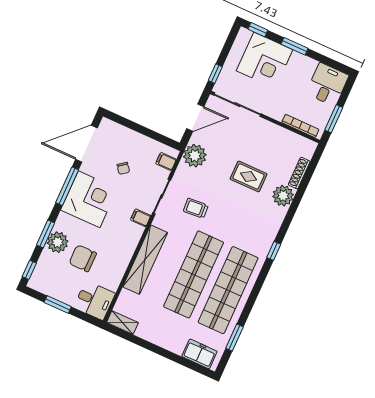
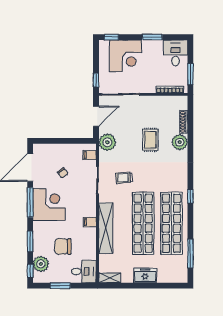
window: (295, 46) -> (152, 37), moved
rug: (249, 176) -> (150, 140), turned 90
filing cabinet: (141, 218) -> (90, 222), moved
plant: (58, 242) -> (41, 264), moved
window: (274, 251) -> (190, 196), moved
window: (234, 338) -> (190, 254), width x1.44
freezer: (199, 354) -> (145, 275), moved

